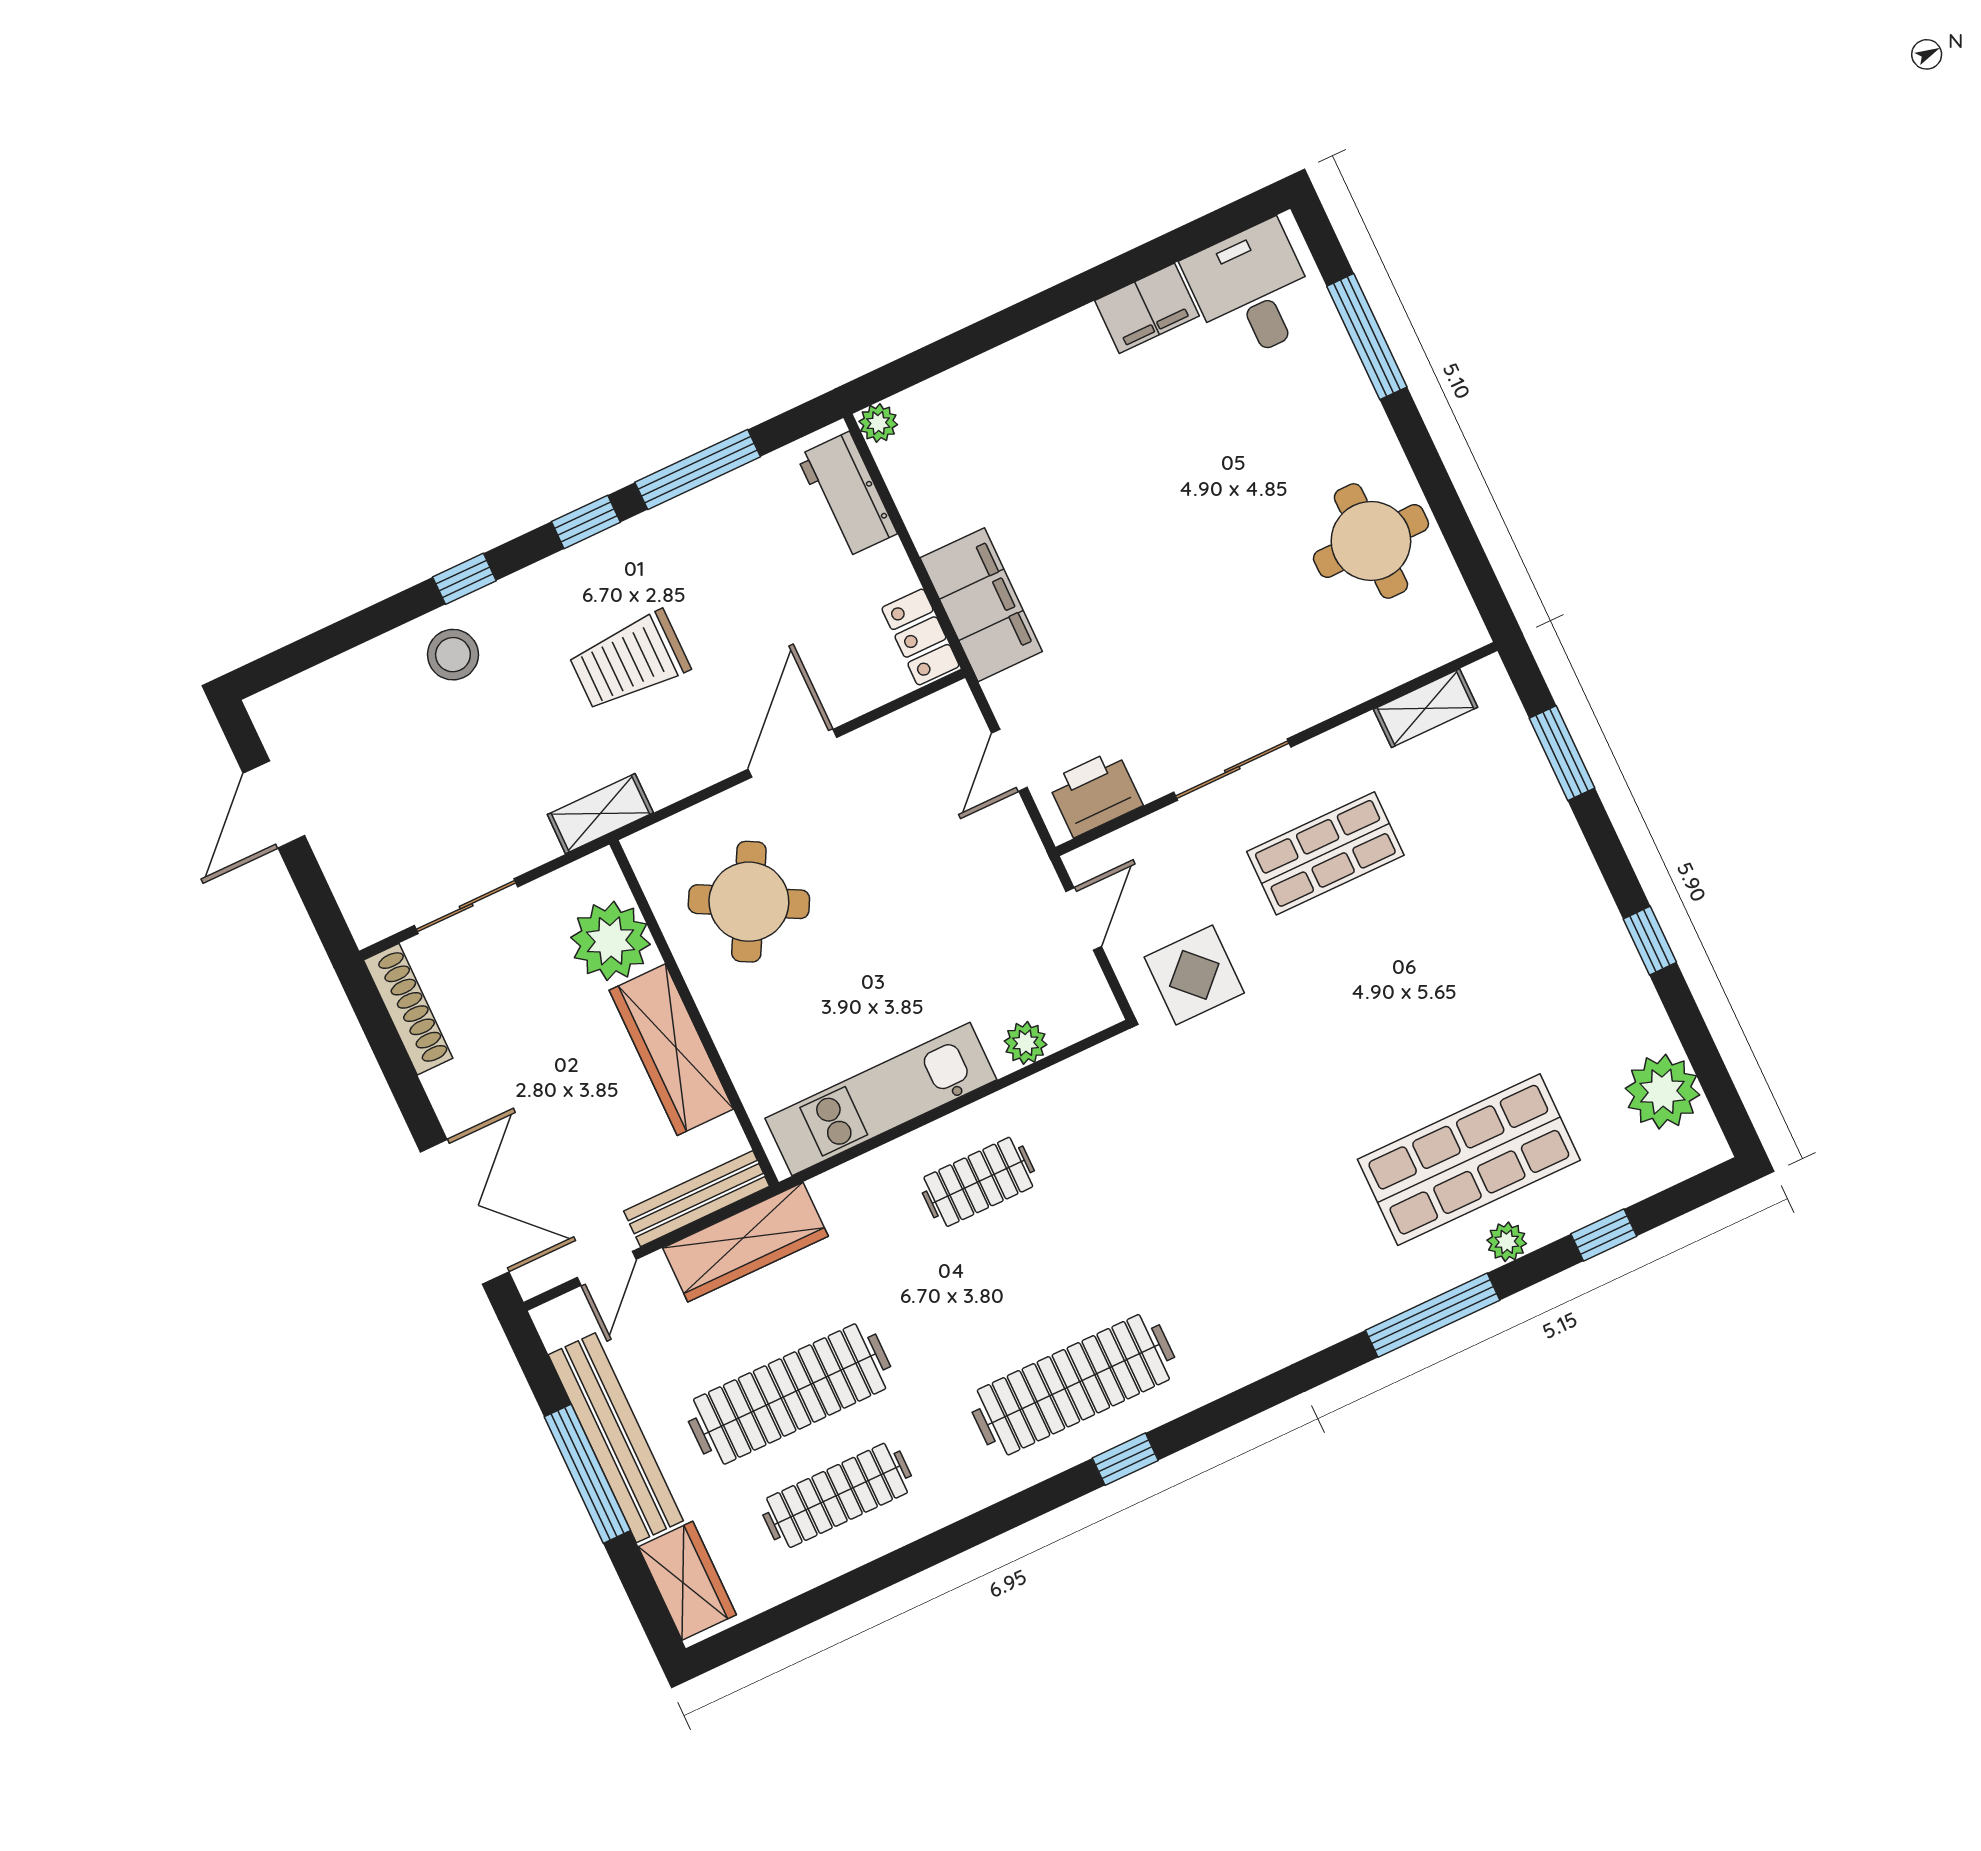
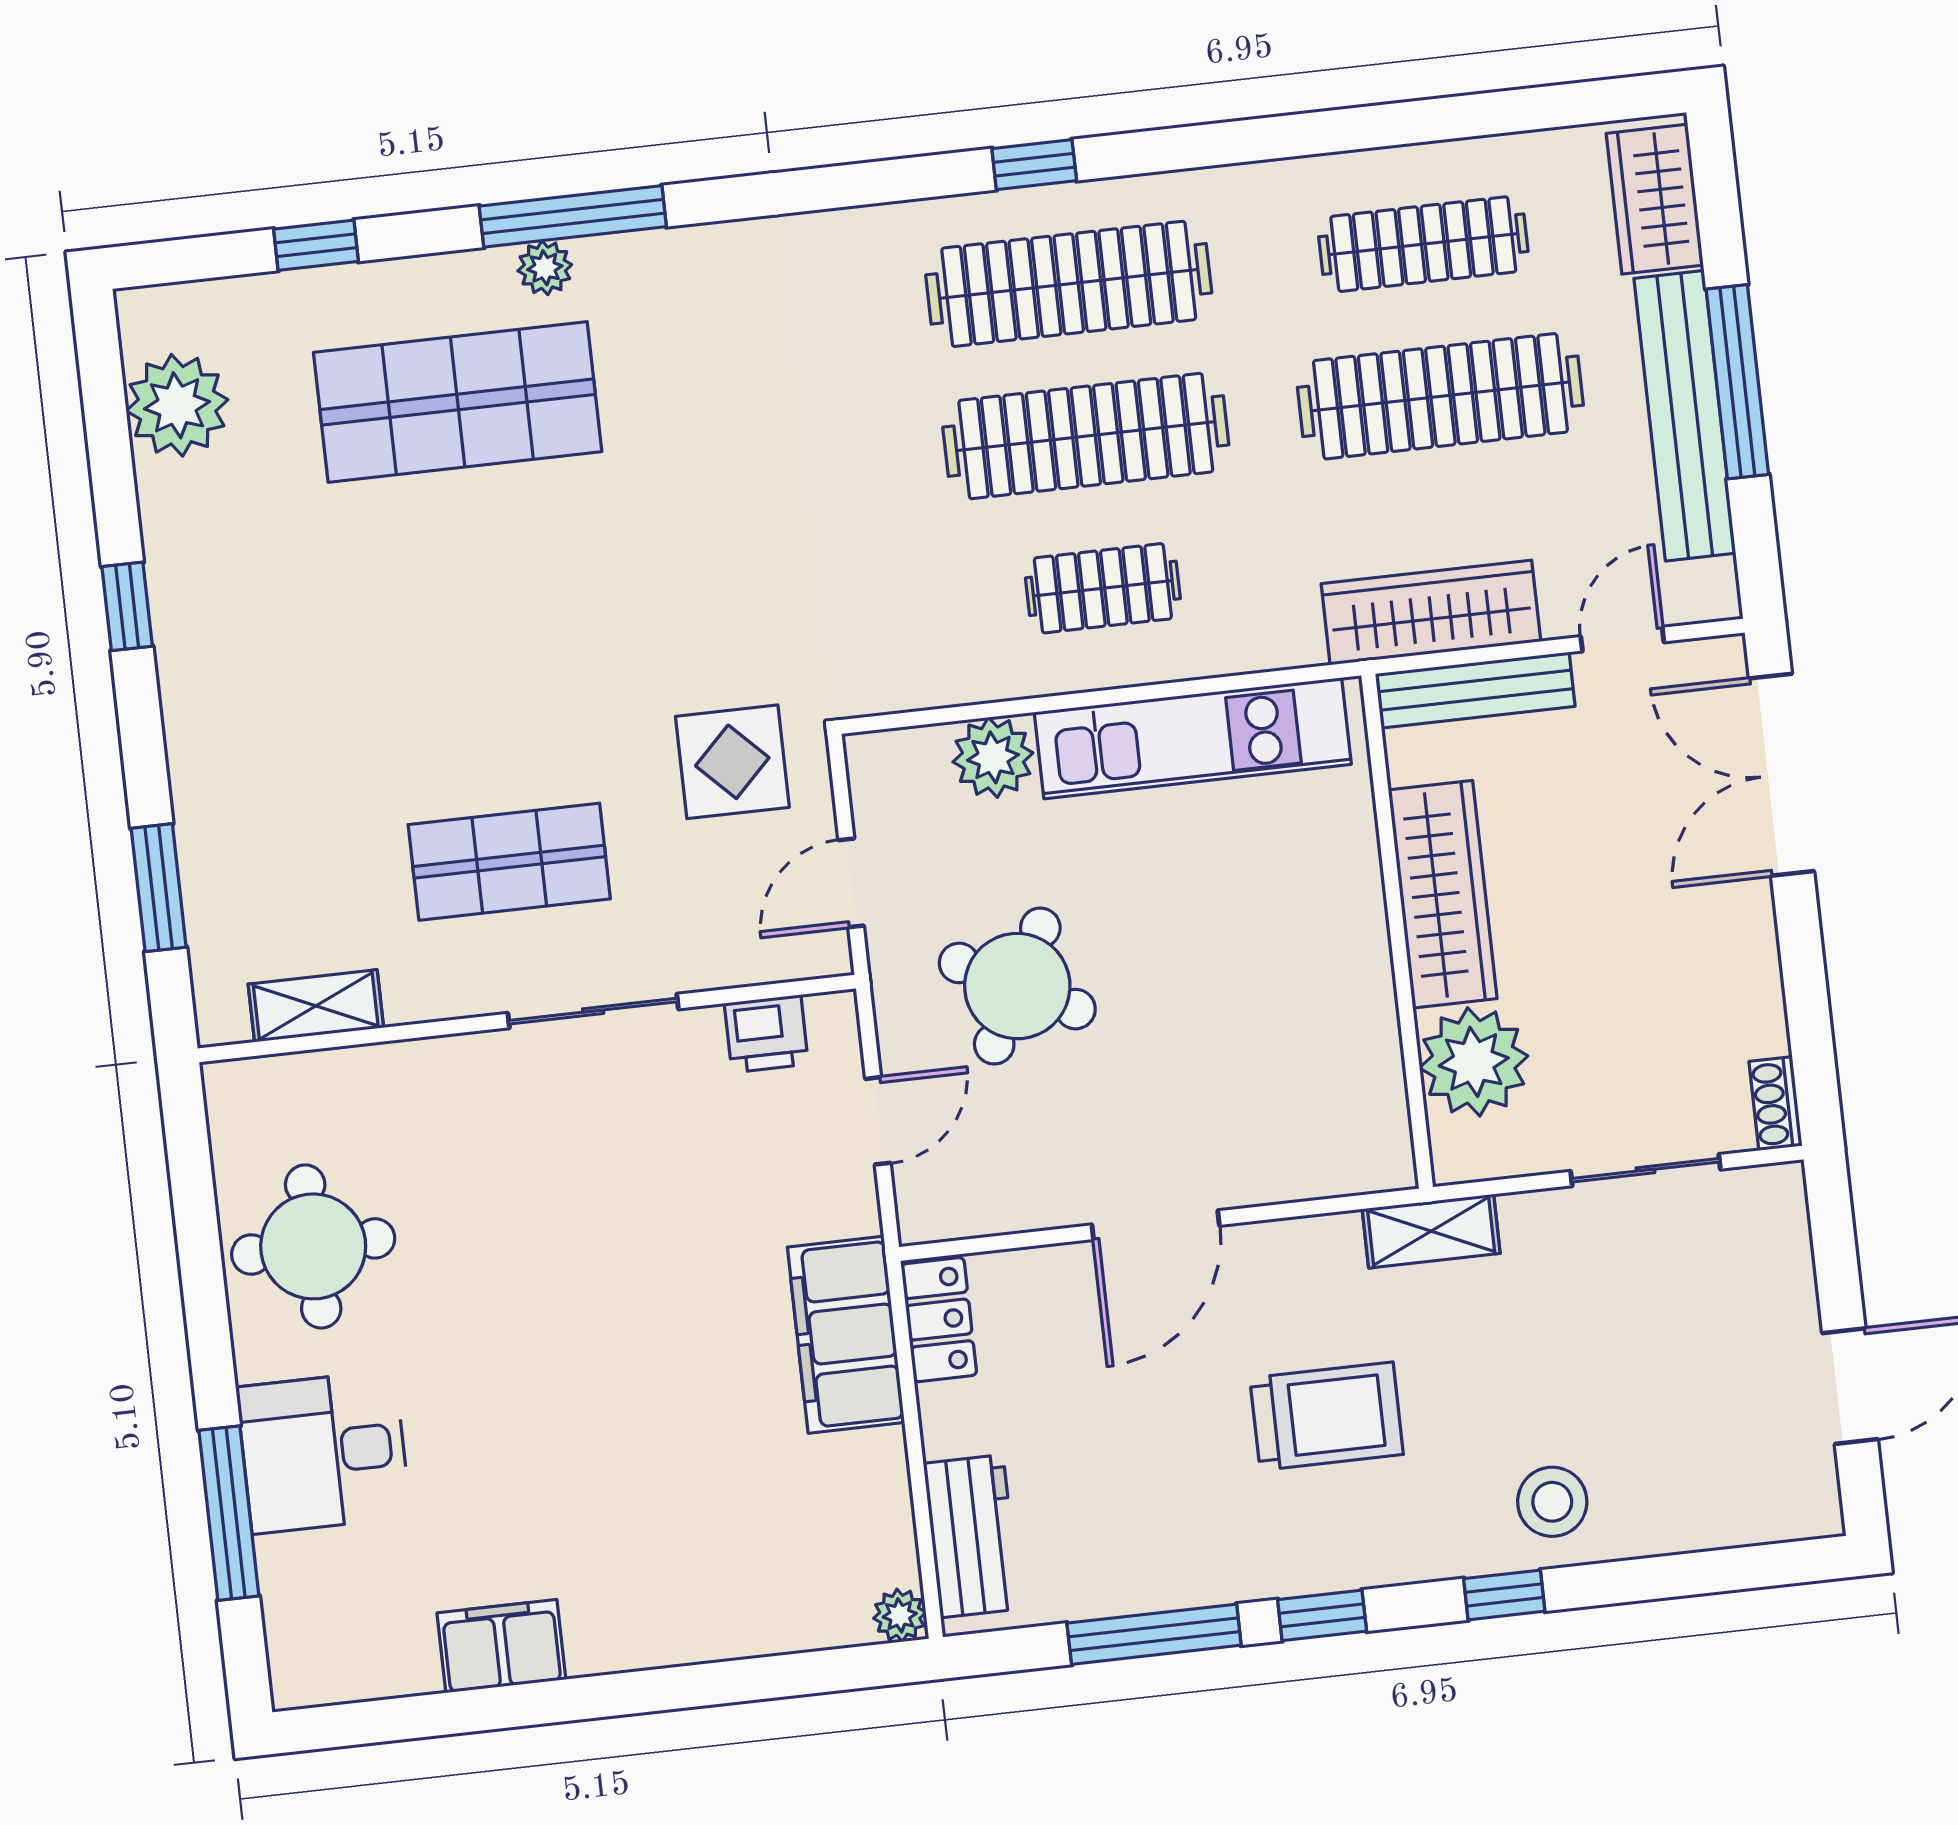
desk: (1252, 291) -> (323, 1452), moved, turned 90
printer: (1095, 793) -> (766, 1034), width x0.73, depth x0.81
round table: (749, 902) -> (1017, 986), moved
shoe rack: (408, 1009) -> (1776, 1104), width x0.51, depth x0.81
plant: (1026, 1043) -> (993, 757), width x1.38, depth x1.38
plant: (1507, 1242) -> (545, 268), moved
clothes rail: (1026, 1283) -> (1086, 436), added

